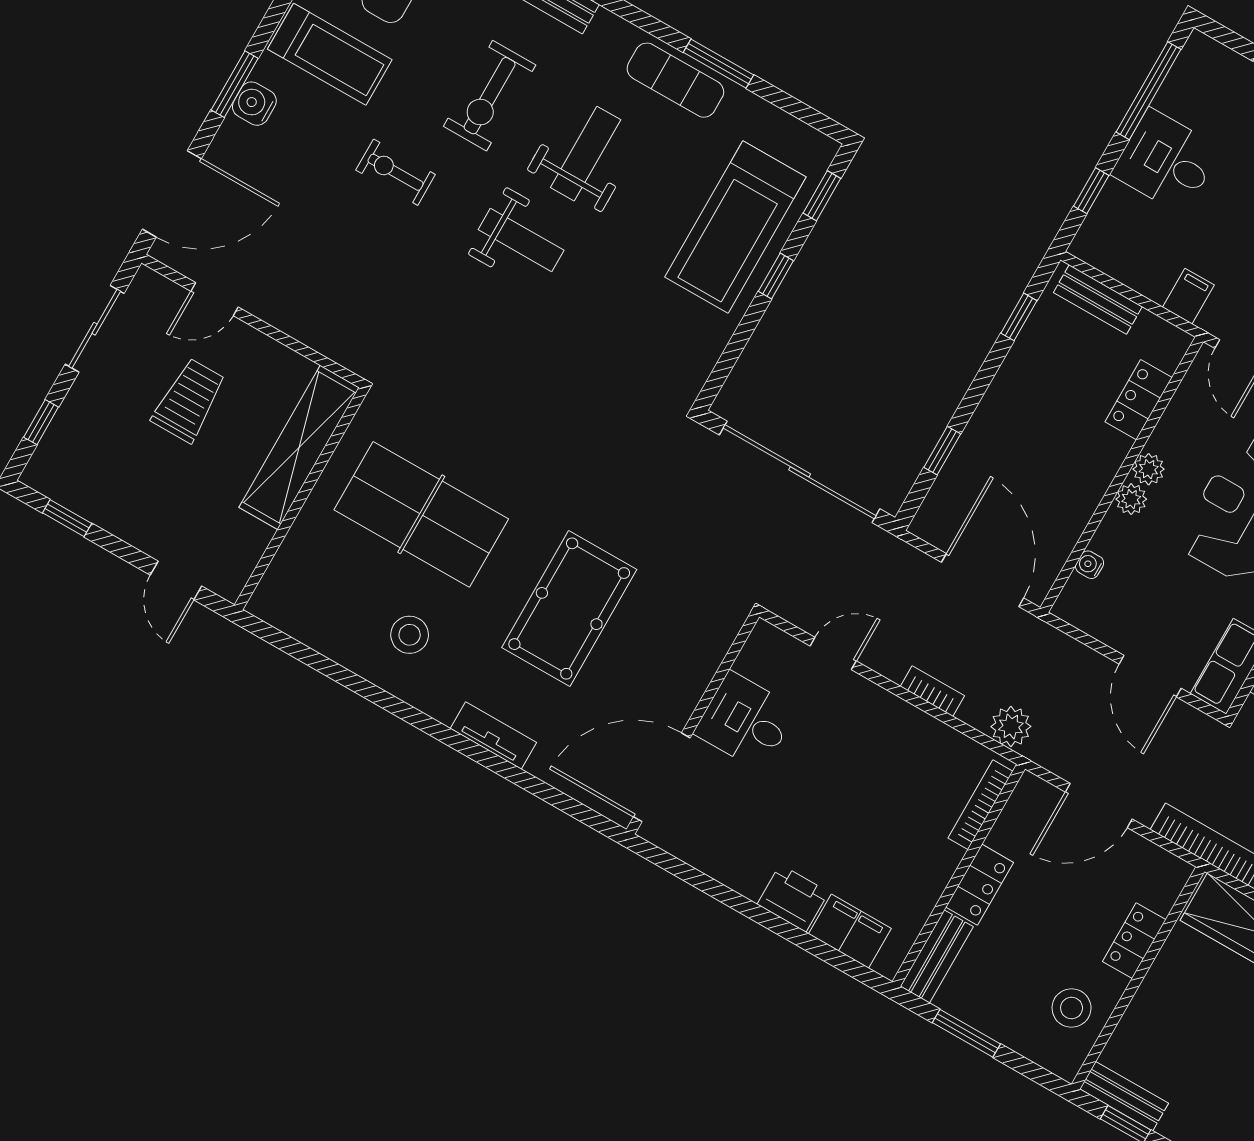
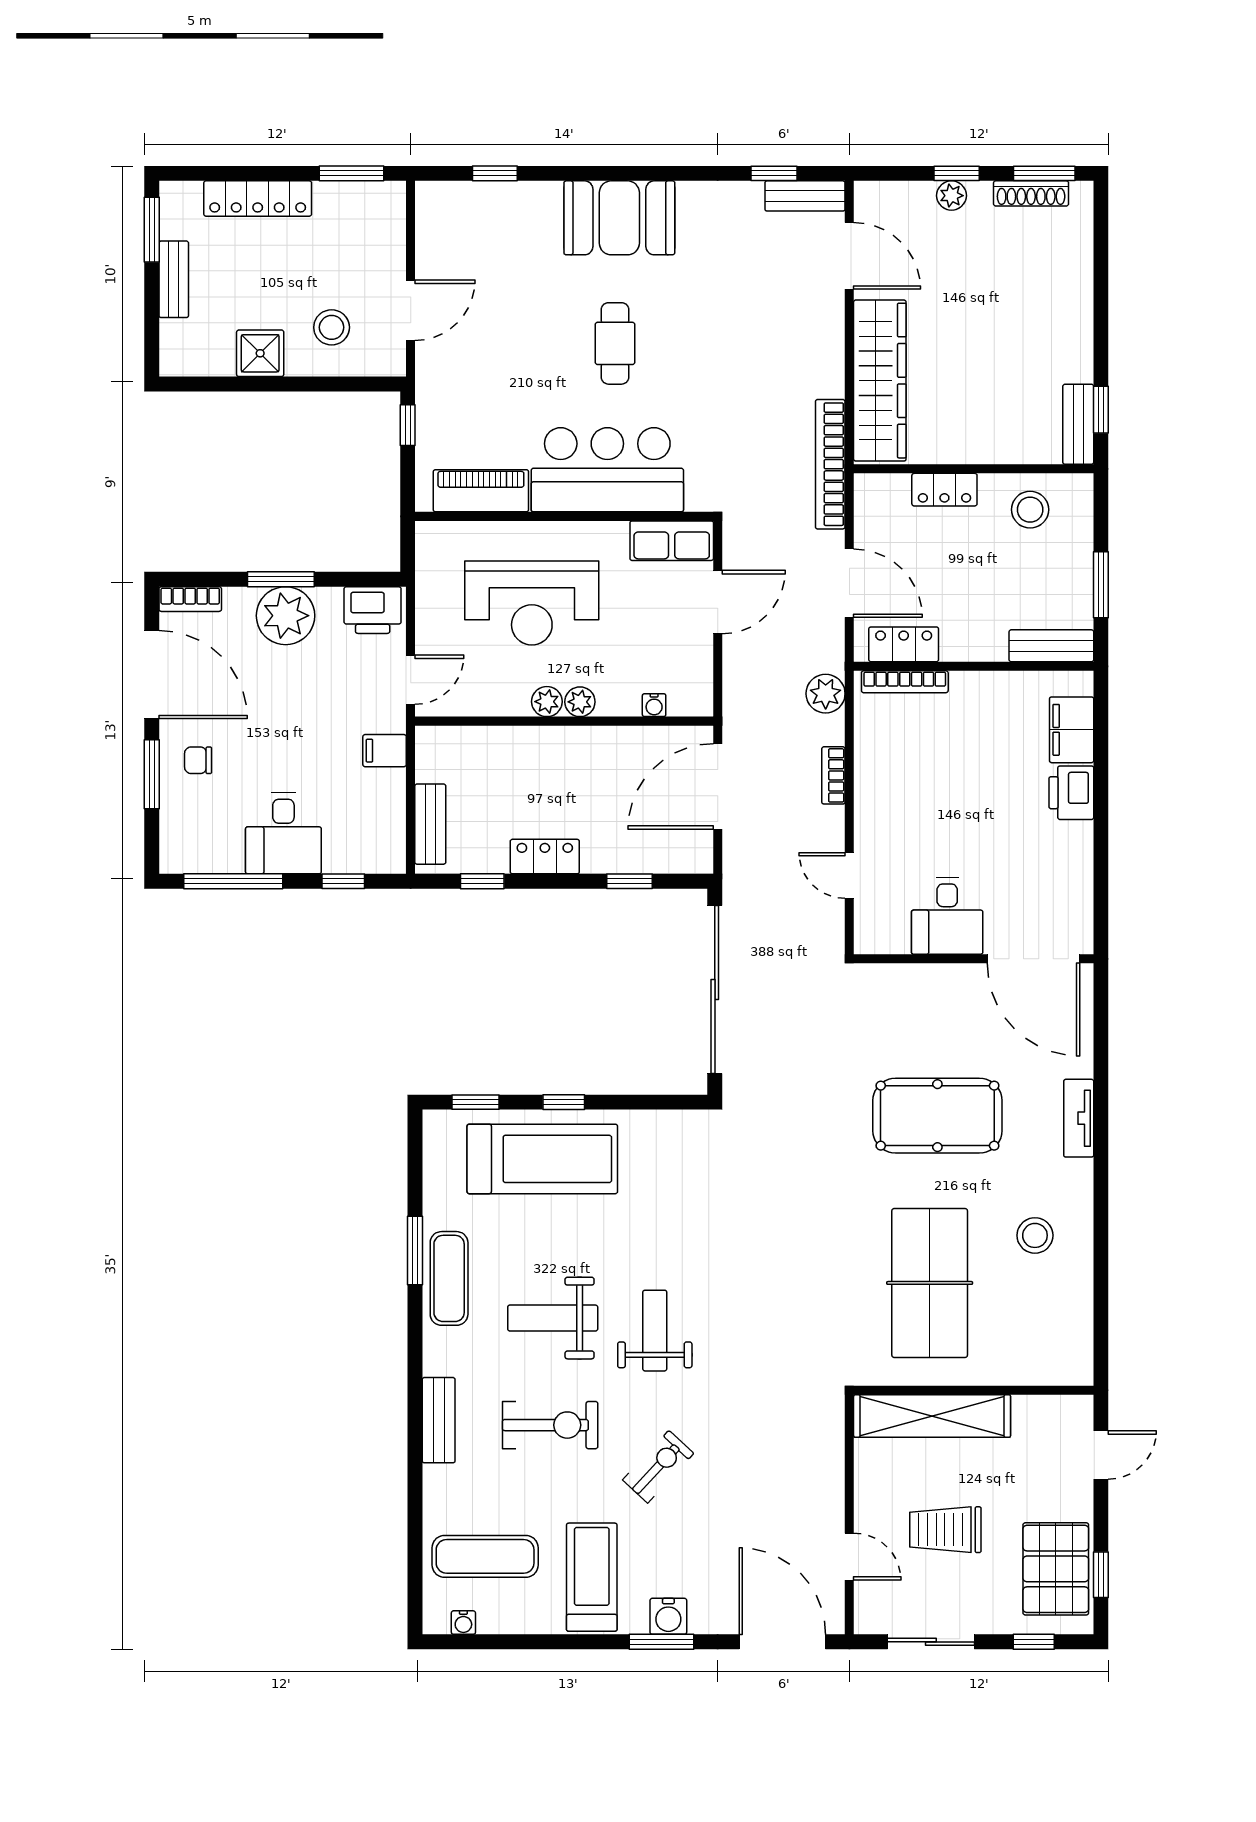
exercise bike: (396, 172) -> (658, 1467), turned -137
locker: (1139, 400) -> (545, 857), moved, turned 180
pallet: (96, 480) -> (1056, 1569), added
locker: (980, 885) -> (904, 644), moved

